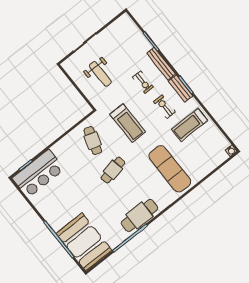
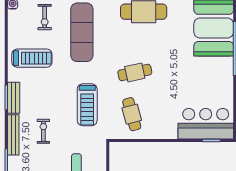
exercise bike: (165, 107) -> (45, 17), moved
treadmill: (128, 123) -> (87, 105), turned 180
cafe table: (93, 141) -> (132, 114), turned -32

